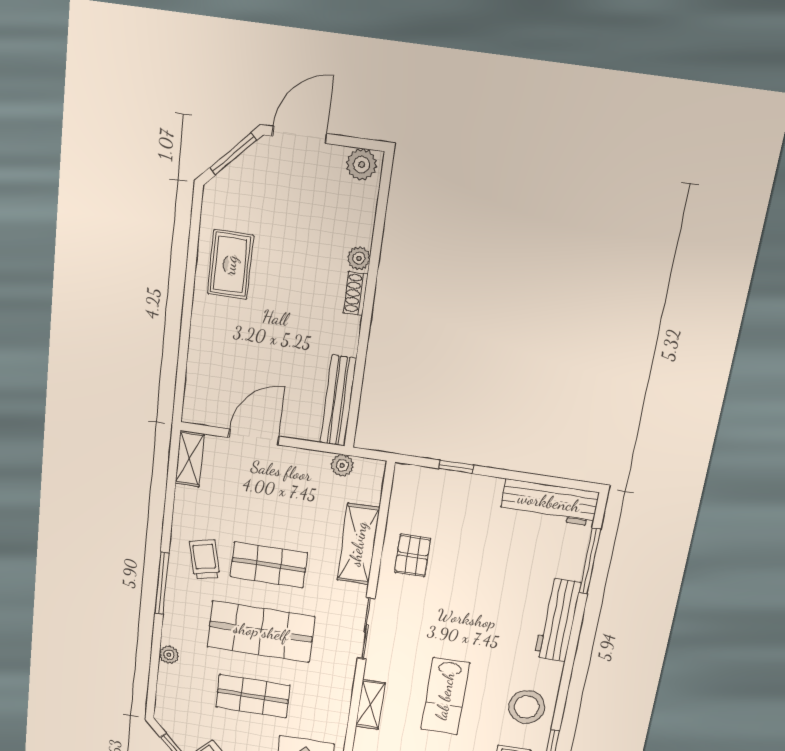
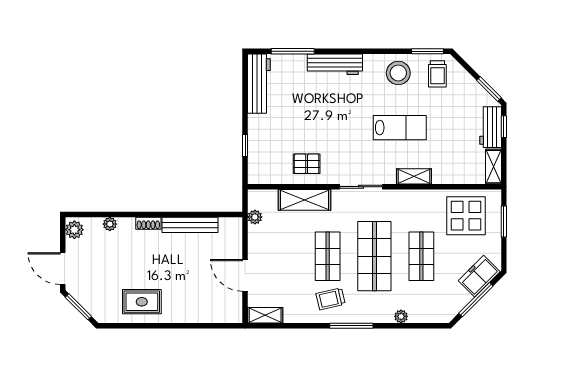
plant: (359, 258) -> (110, 224), moved
bench: (338, 401) -> (190, 225), moved

